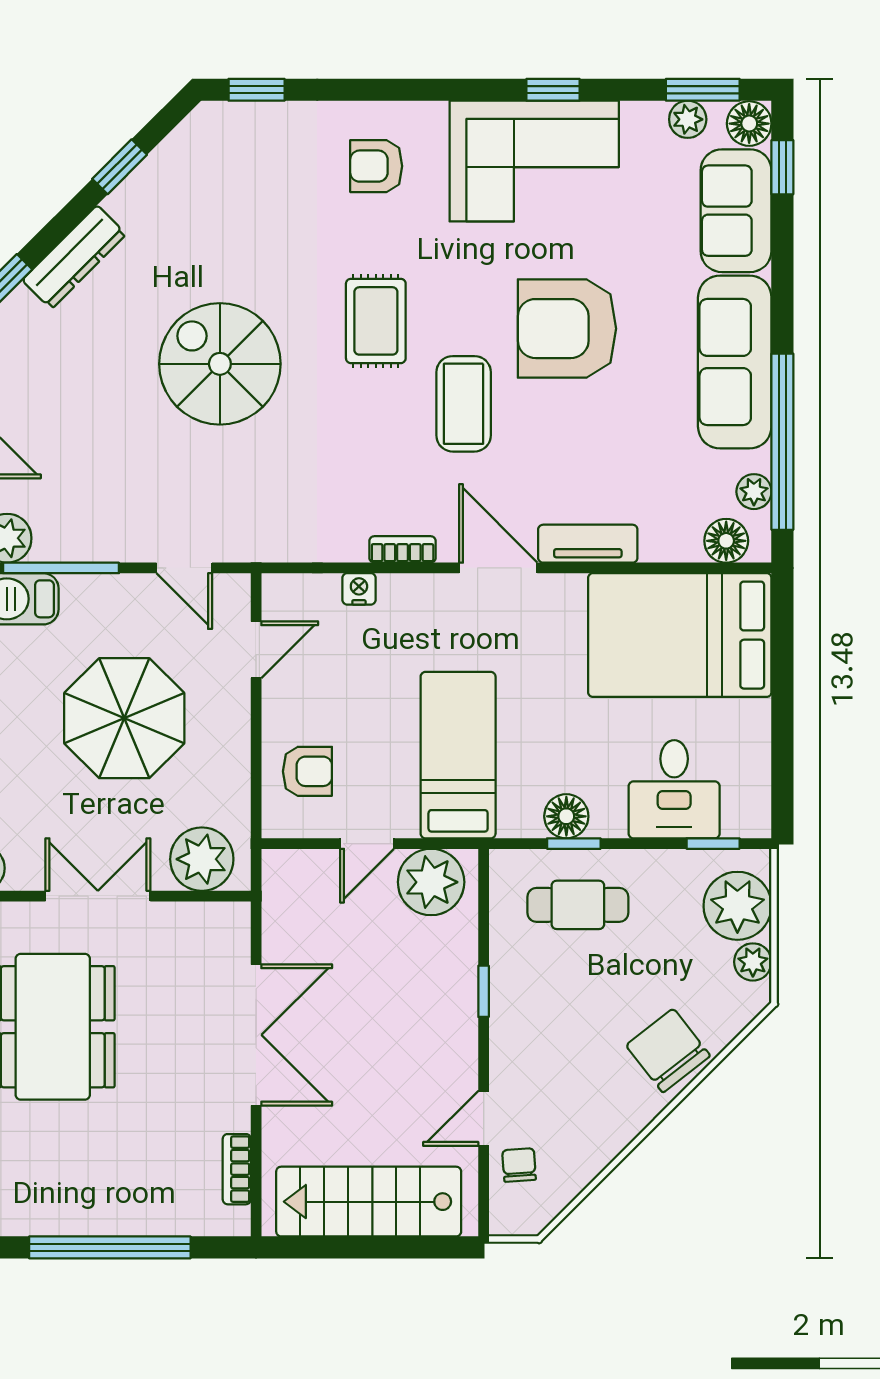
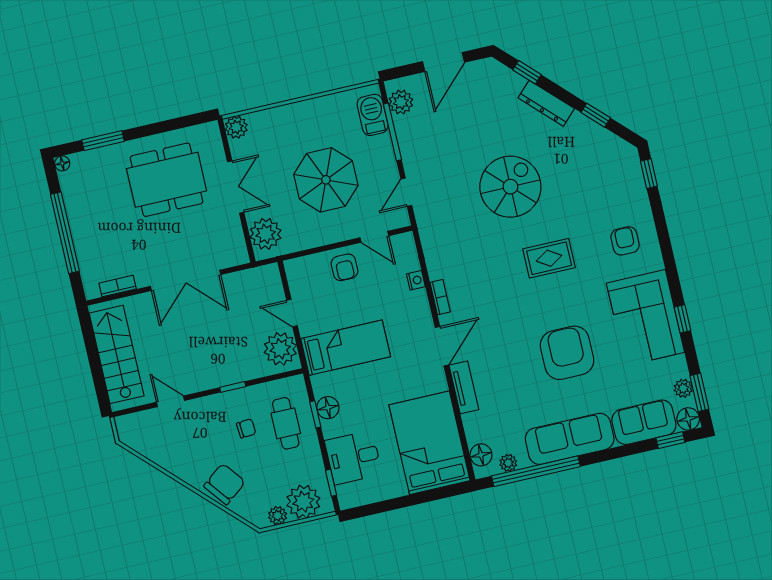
coffee table: (464, 404) -> (518, 311), removed
armchair: (307, 771) -> (344, 267), moved
chair: (519, 1165) -> (246, 428), moved

